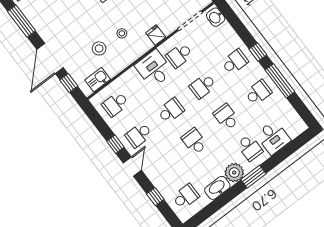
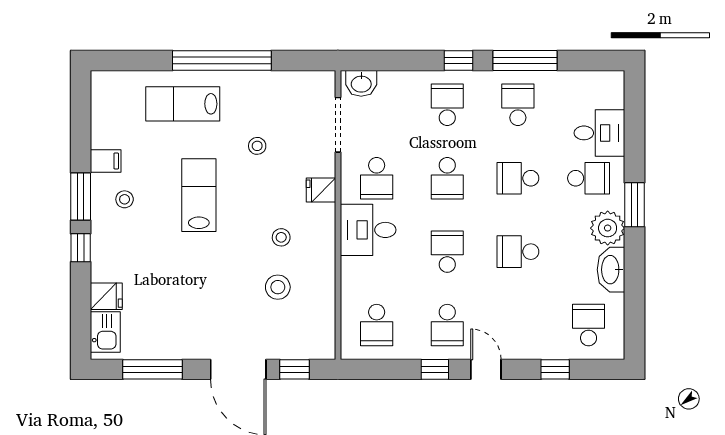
kitchen sink: (98, 80) -> (322, 324), removed

